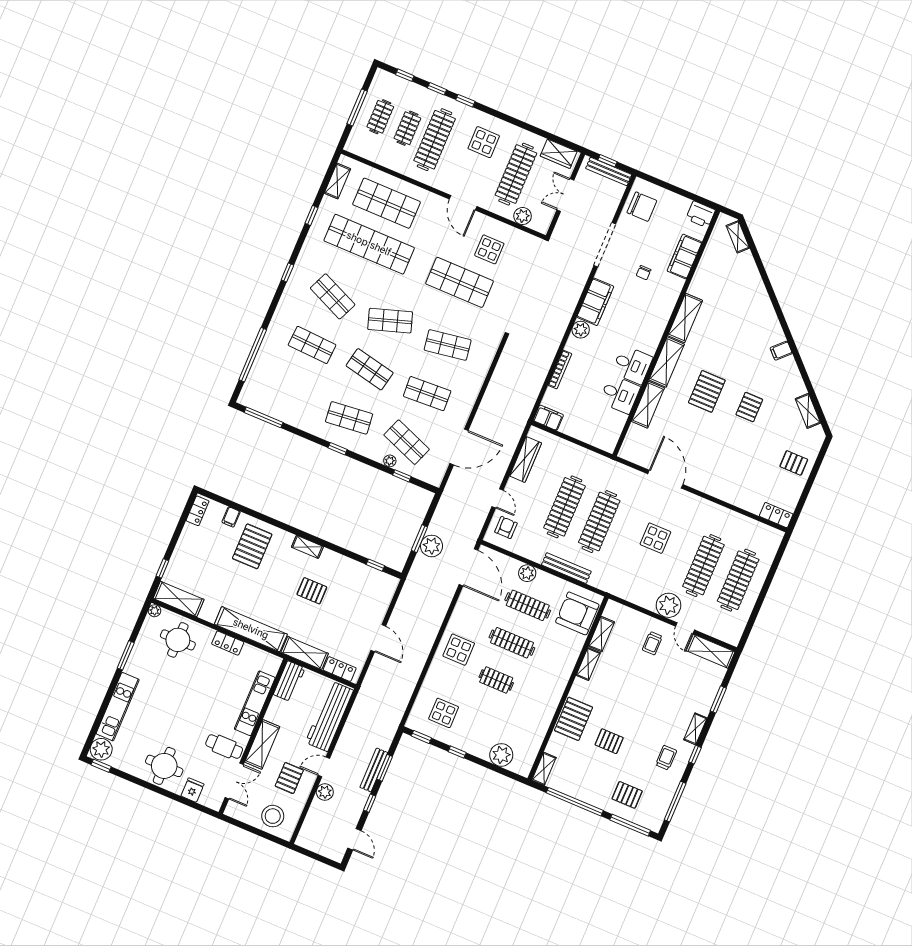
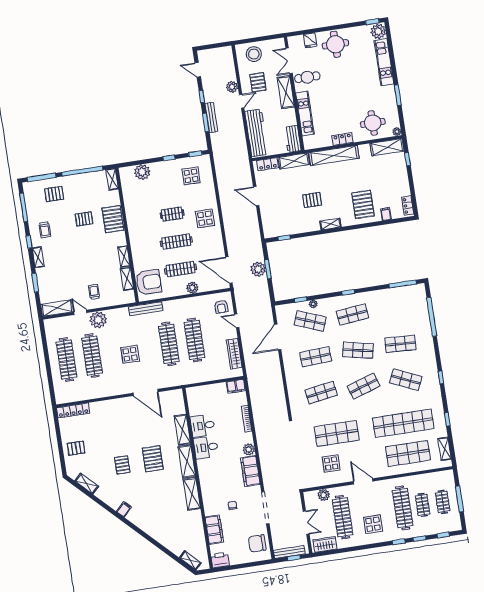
locker: (776, 515) -> (73, 411), width x1.53
bench: (566, 568) -> (146, 309), moved

